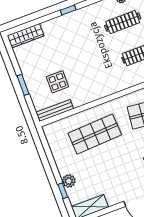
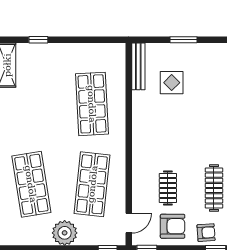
plant: (69, 181) -> (47, 51), removed

